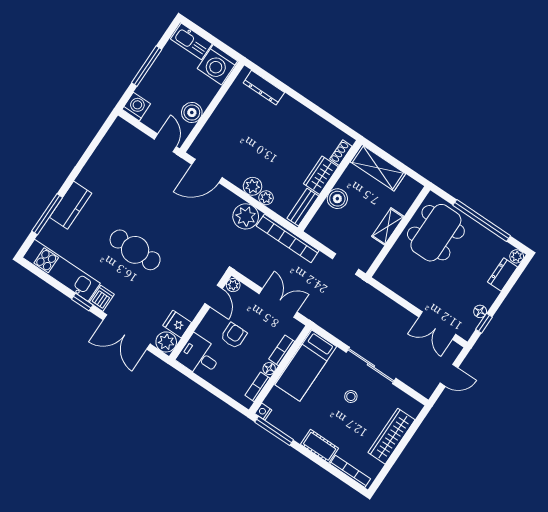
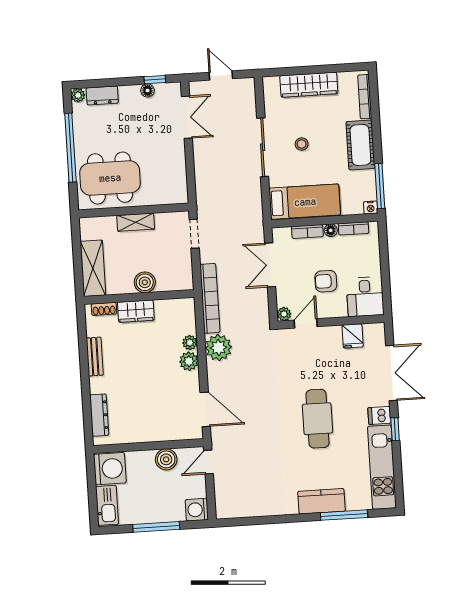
bench: (303, 207) -> (95, 357), moved, turned 90
plant: (166, 342) -> (375, 334), removed
cot: (320, 446) -> (360, 145), width x1.37, depth x1.34

